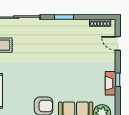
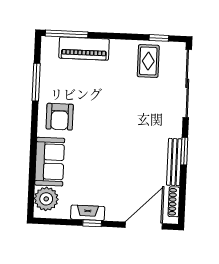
bench: (72, 24) -> (174, 162), added
door: (118, 43) -> (144, 225), width x1.87

